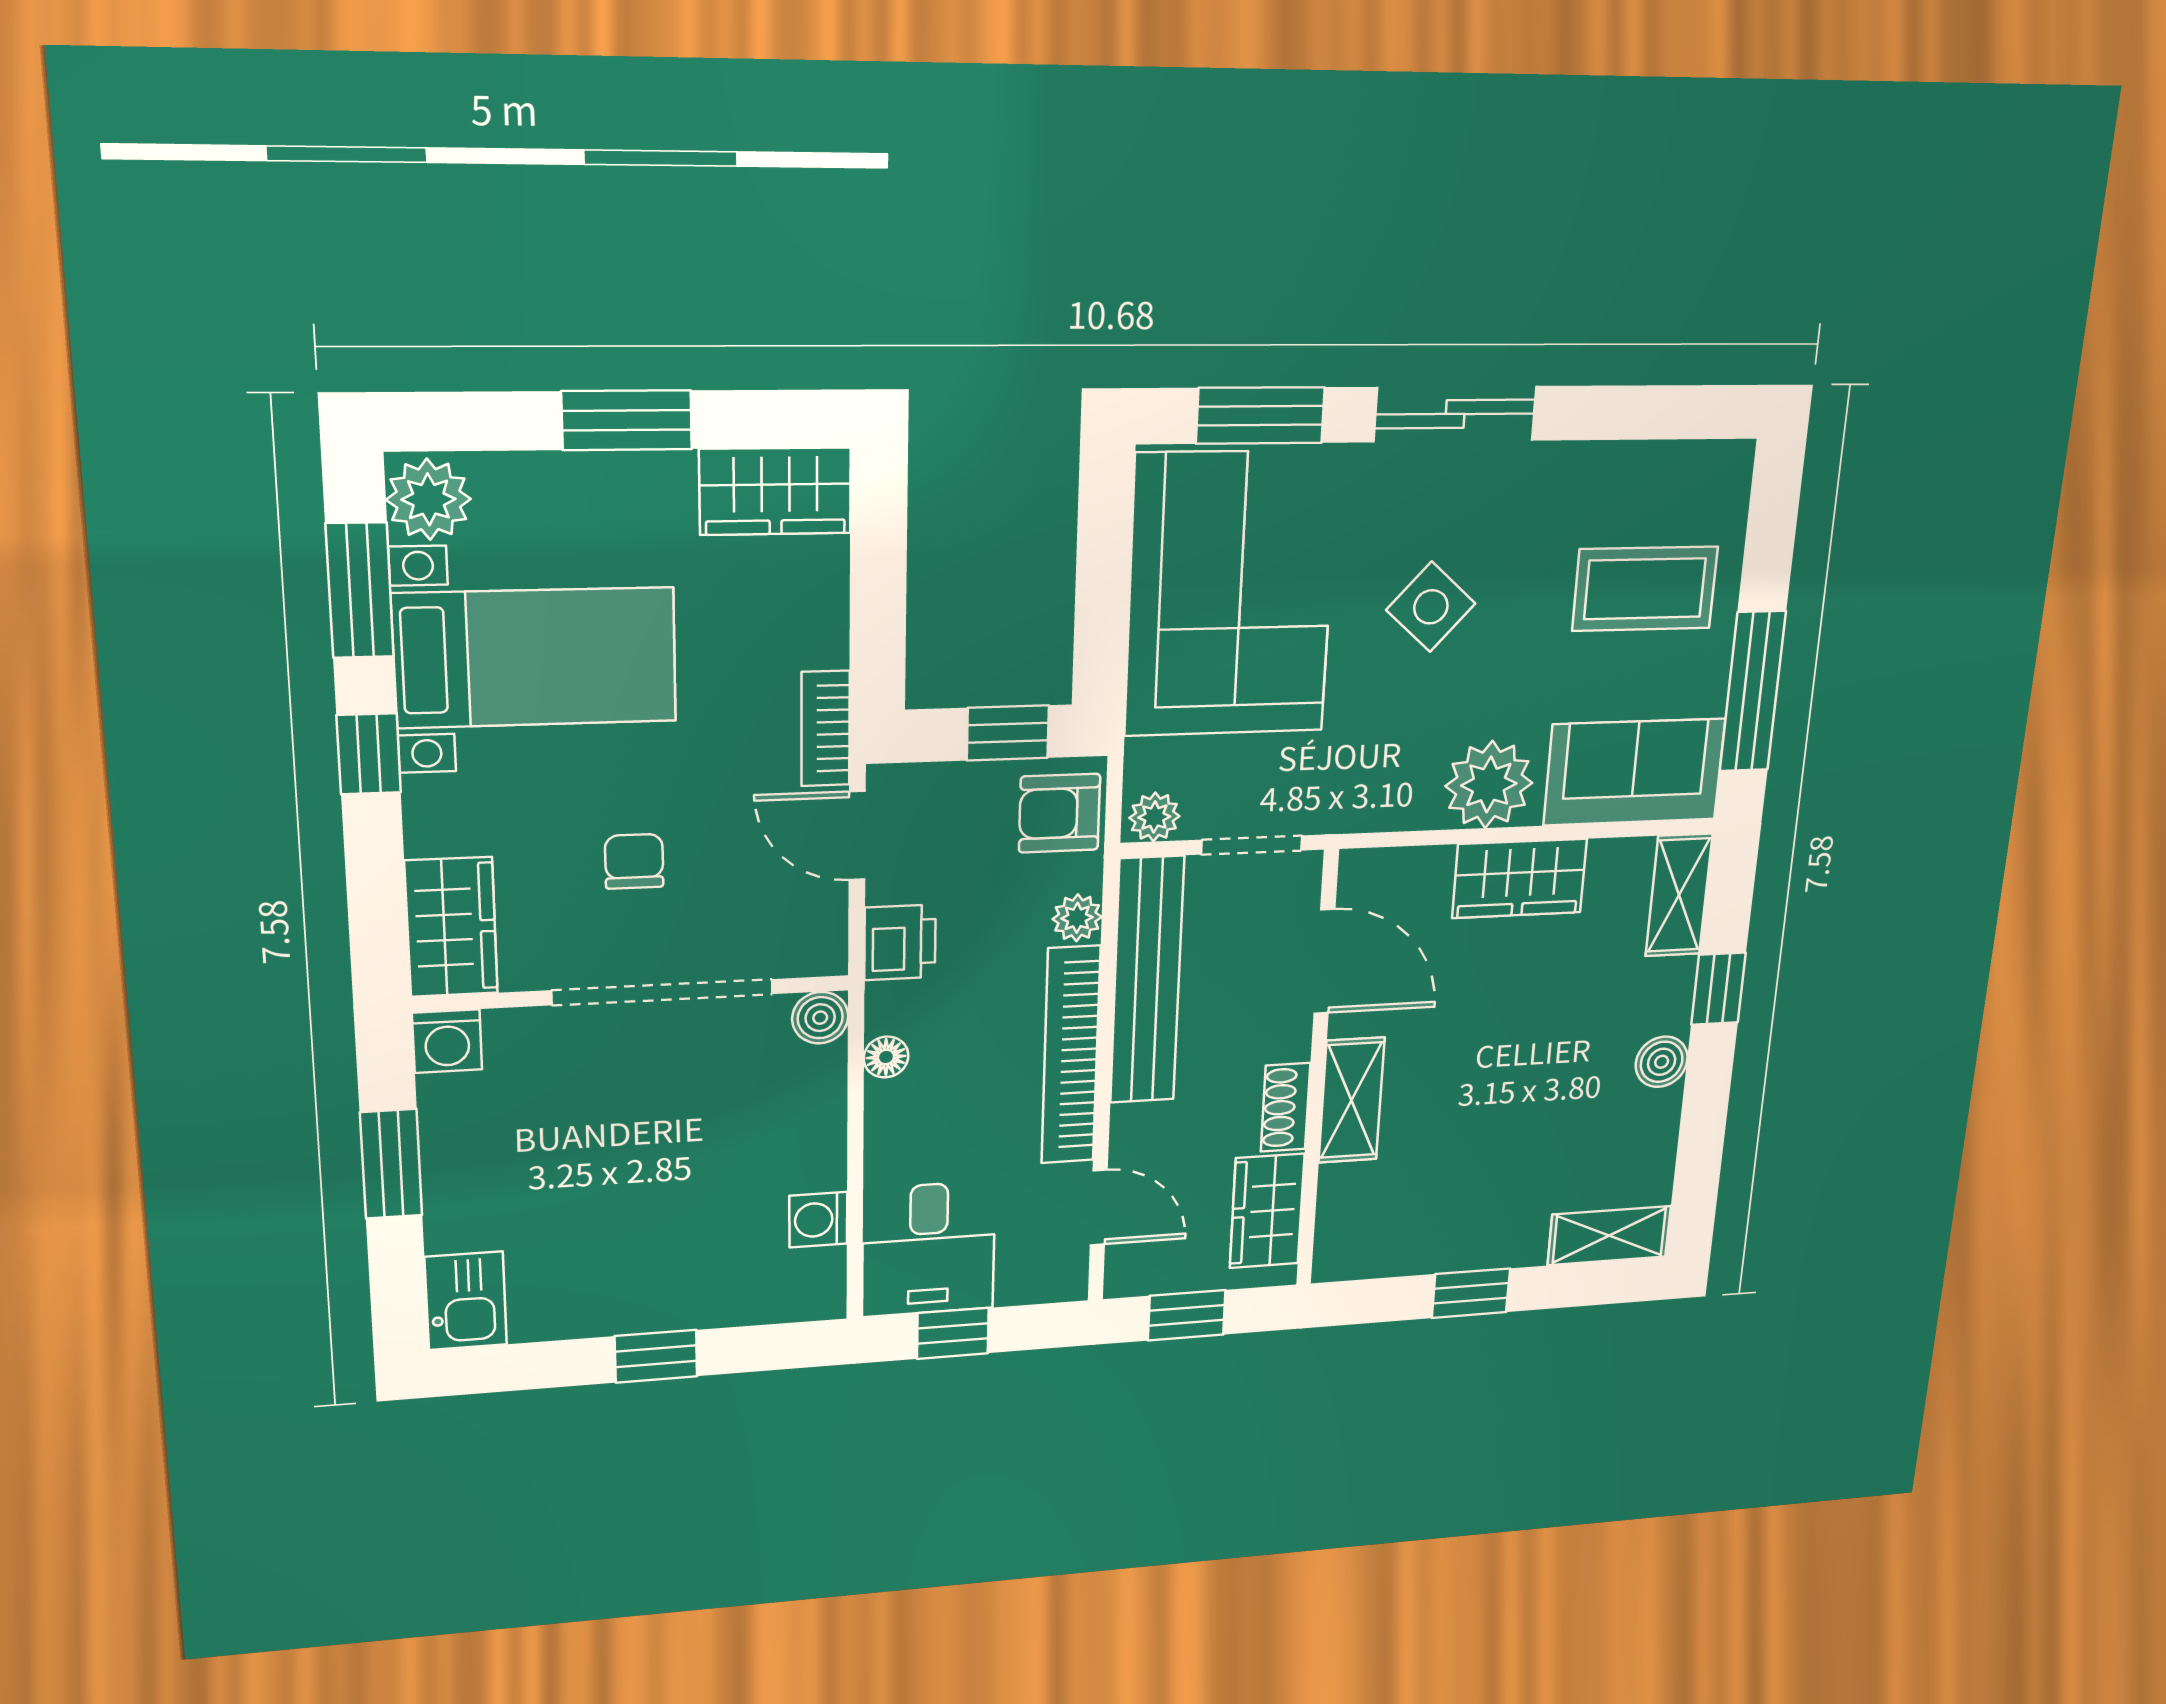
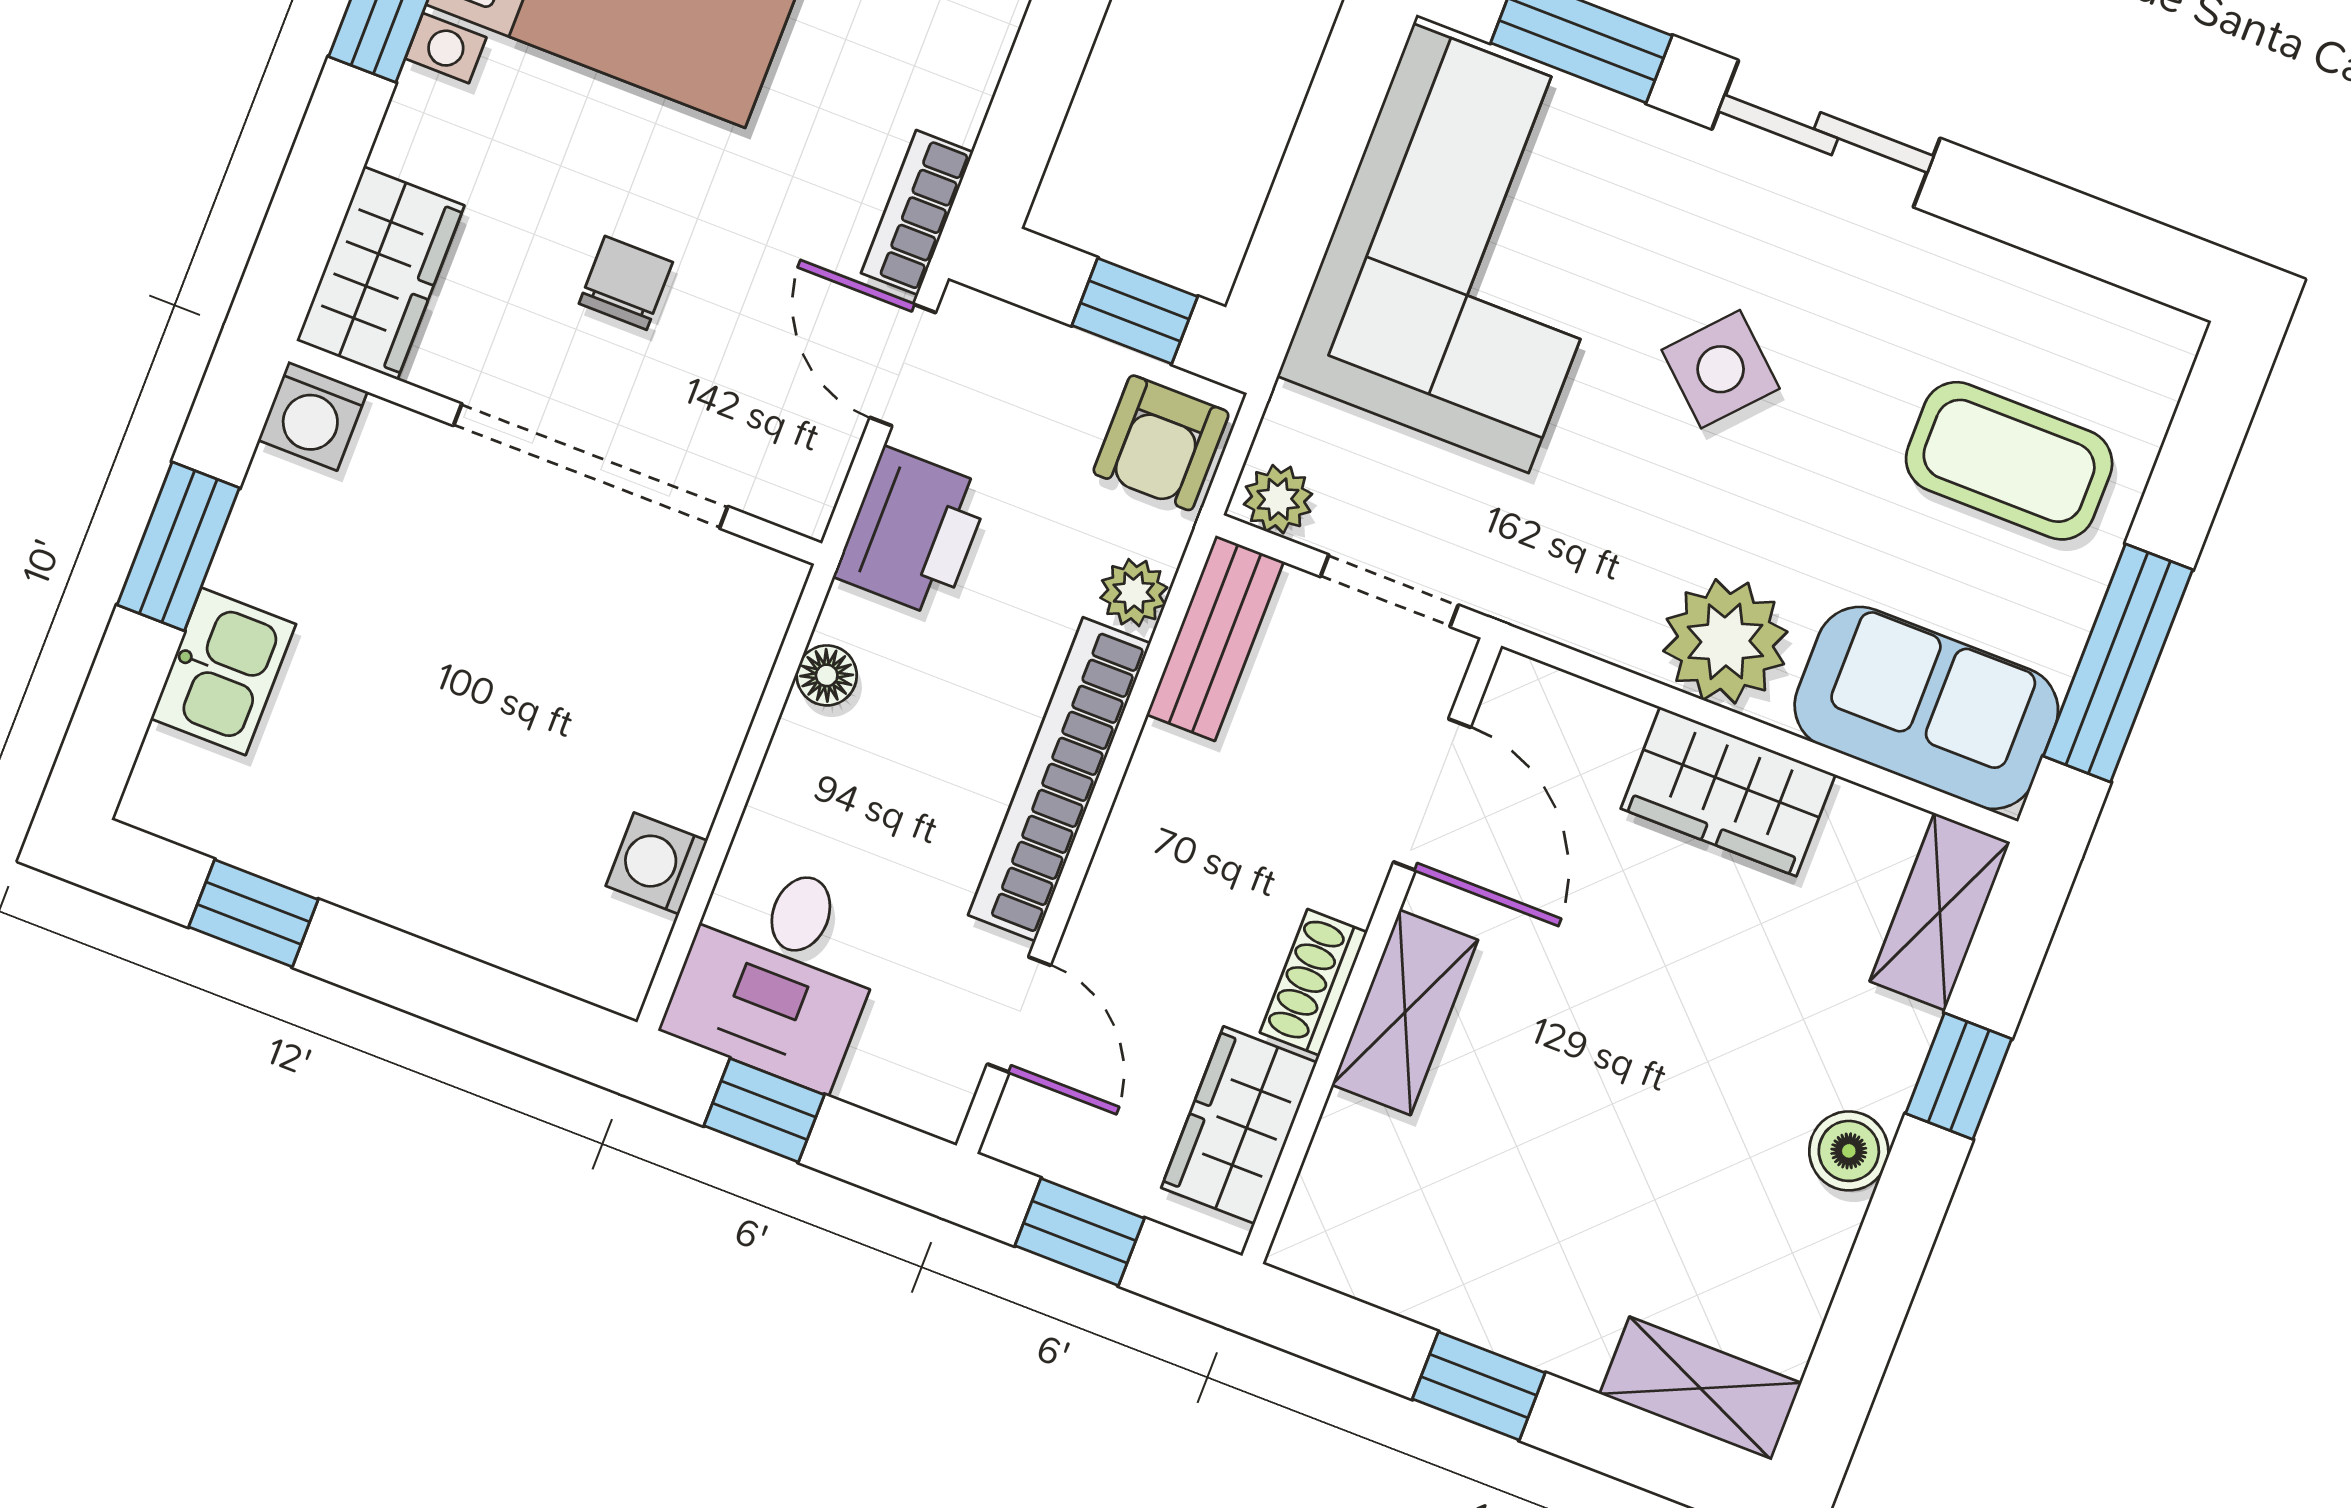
armchair: (1059, 813) -> (1161, 443), turned -90
printer: (900, 942) -> (913, 532), width x1.36, depth x1.24
bench: (1147, 981) -> (1215, 638), width x0.54, depth x0.82
boiler: (820, 1018) -> (766, 585), removed
kitchen sink: (466, 1301) -> (223, 671), moved
window: (656, 1356) -> (253, 913), moved

